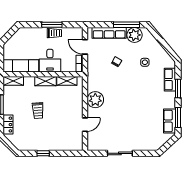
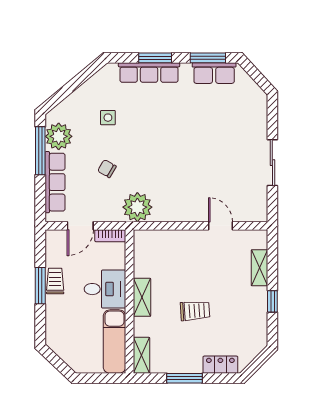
row of seats: (170, 80) -> (149, 73), width x1.48
shelving: (67, 81) -> (259, 268), moved
plant: (95, 100) -> (137, 207), moved

